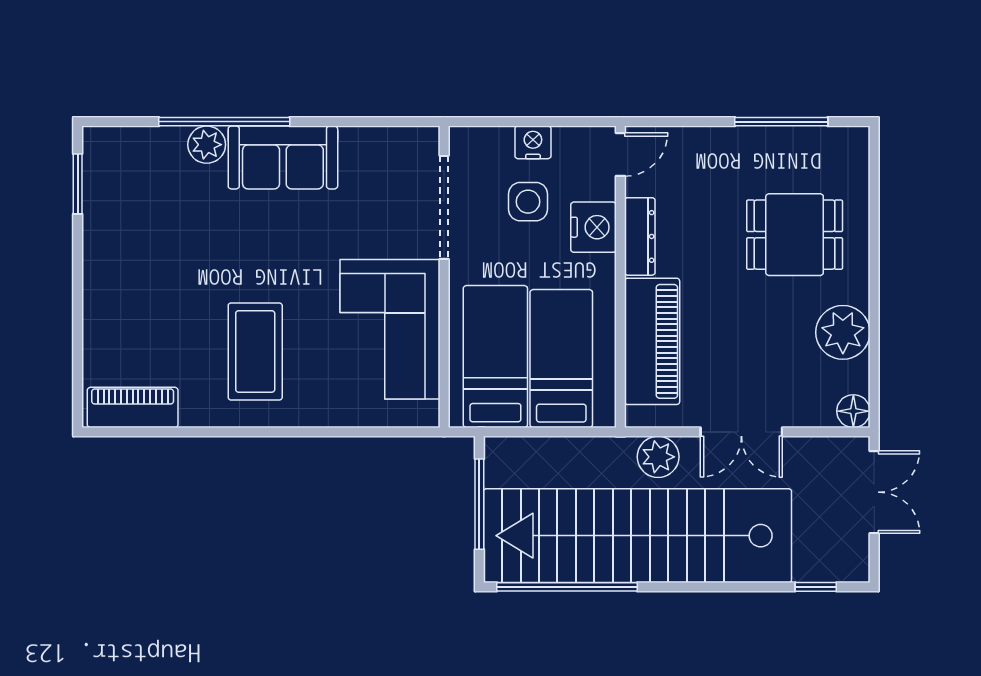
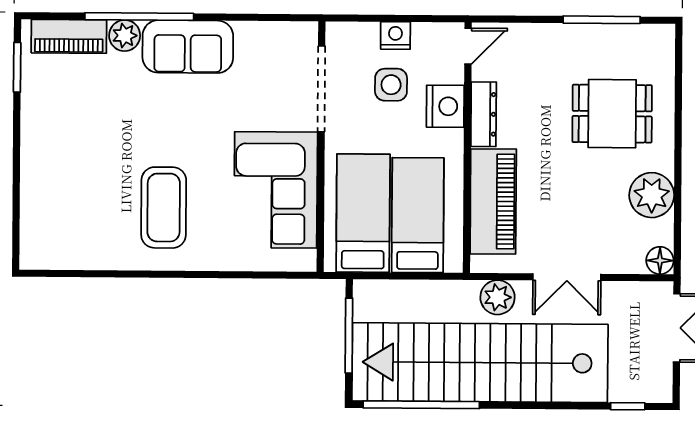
piano: (133, 407) -> (69, 36), moved, turned 180

